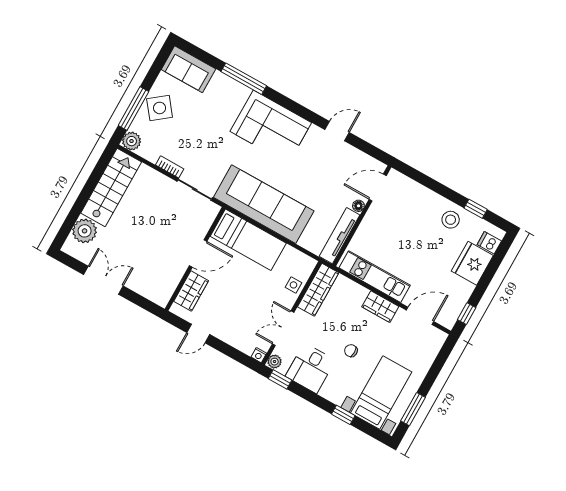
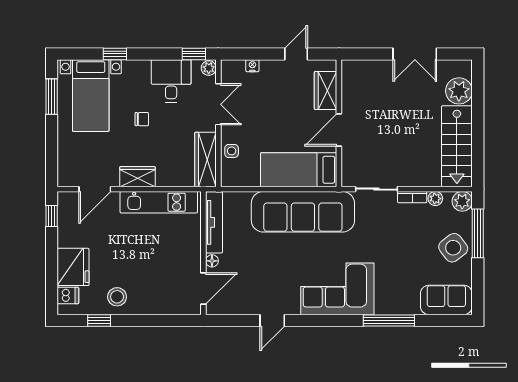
plant: (152, 155) -> (435, 199), added
nightstand: (259, 355) -> (252, 66), moved

